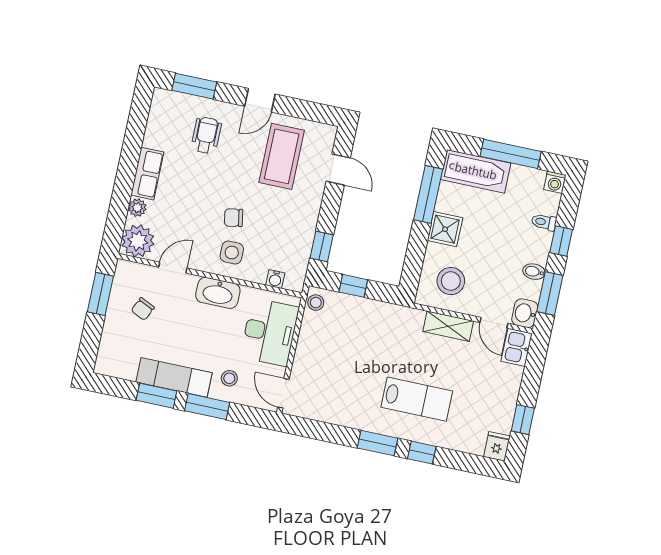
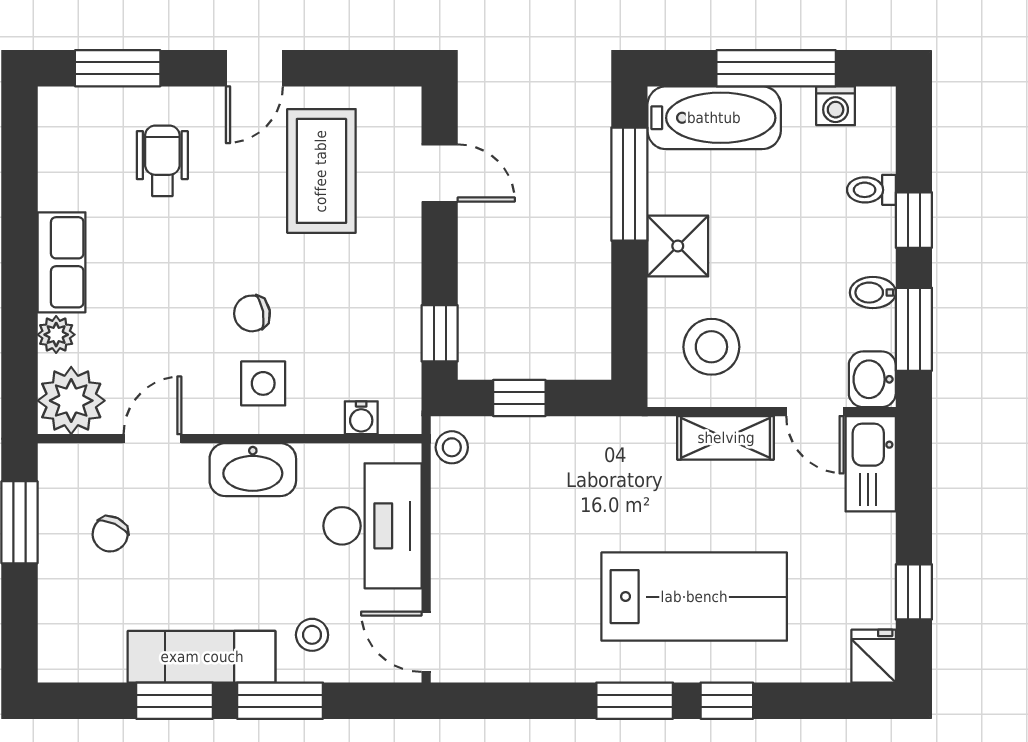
washing machine: (555, 182) -> (836, 106), moved
kitchen sink: (517, 347) -> (871, 464), width x1.38
lab bench: (417, 399) -> (694, 597), width x1.36, depth x1.39

